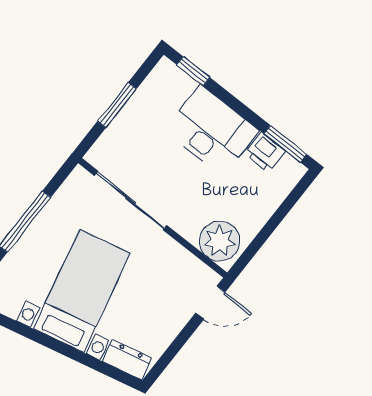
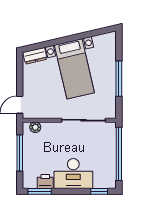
window: (117, 105) -> (119, 154), width x2.11
window: (269, 228) -> (20, 153), added
plant: (220, 241) -> (35, 127), width x0.53, depth x0.53

